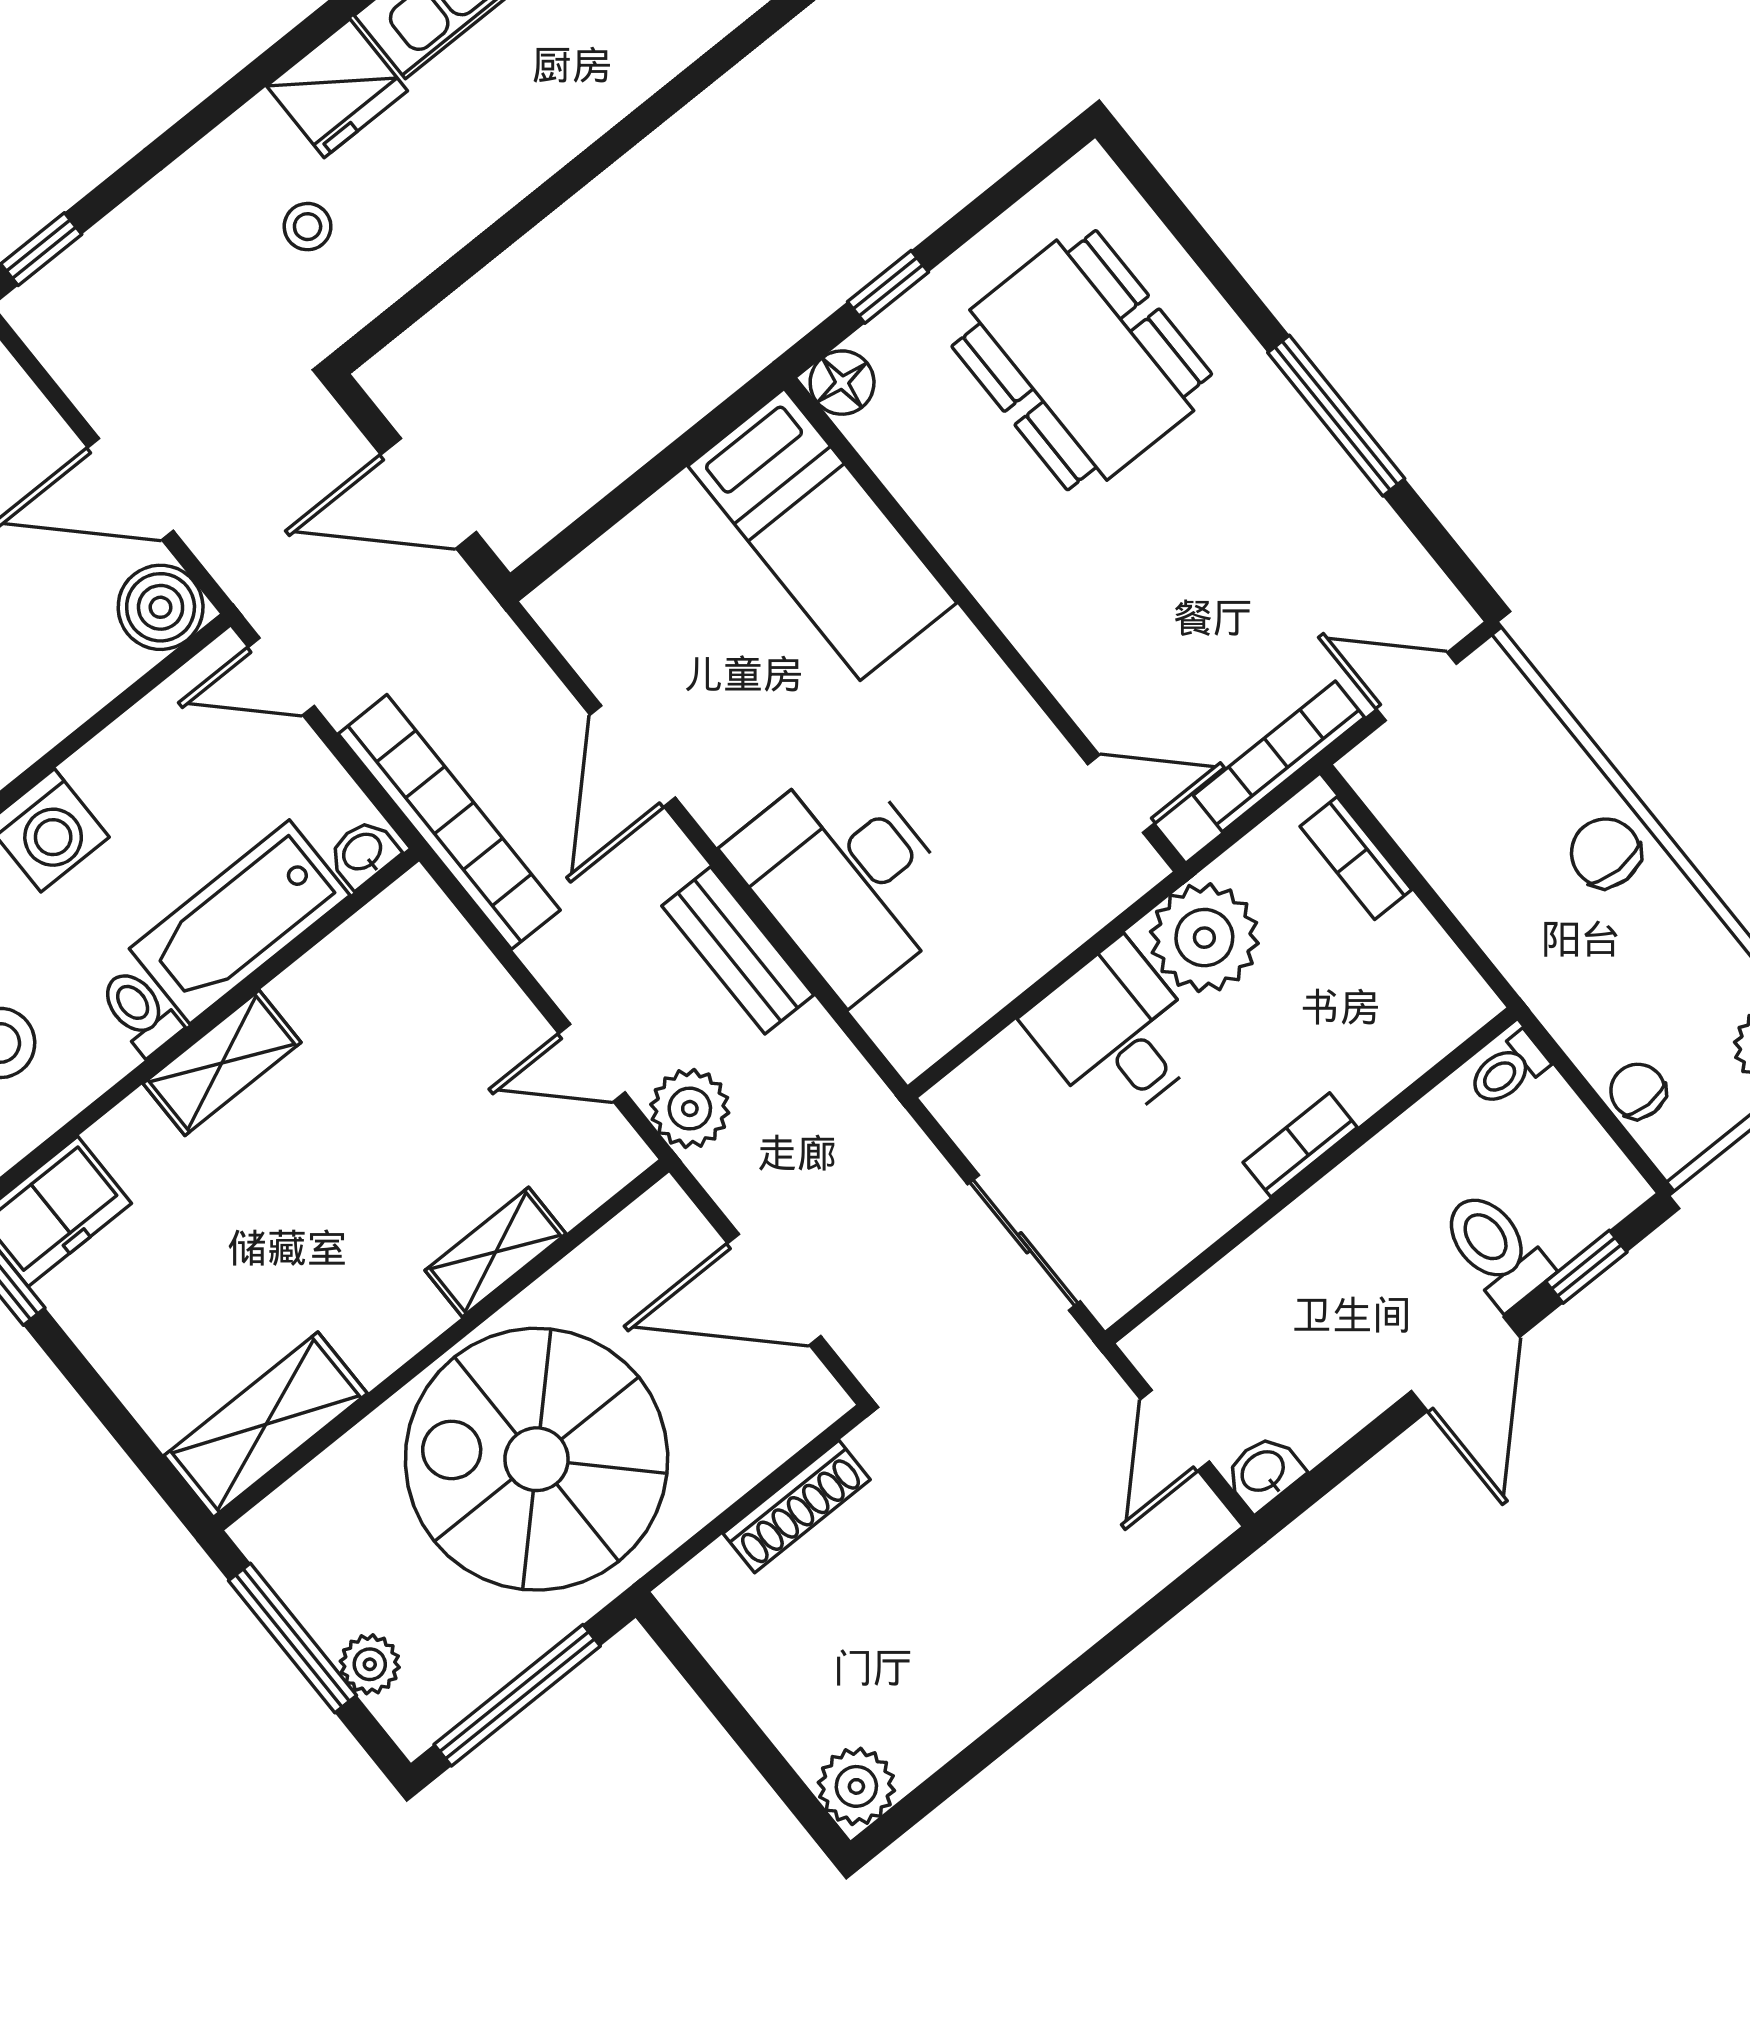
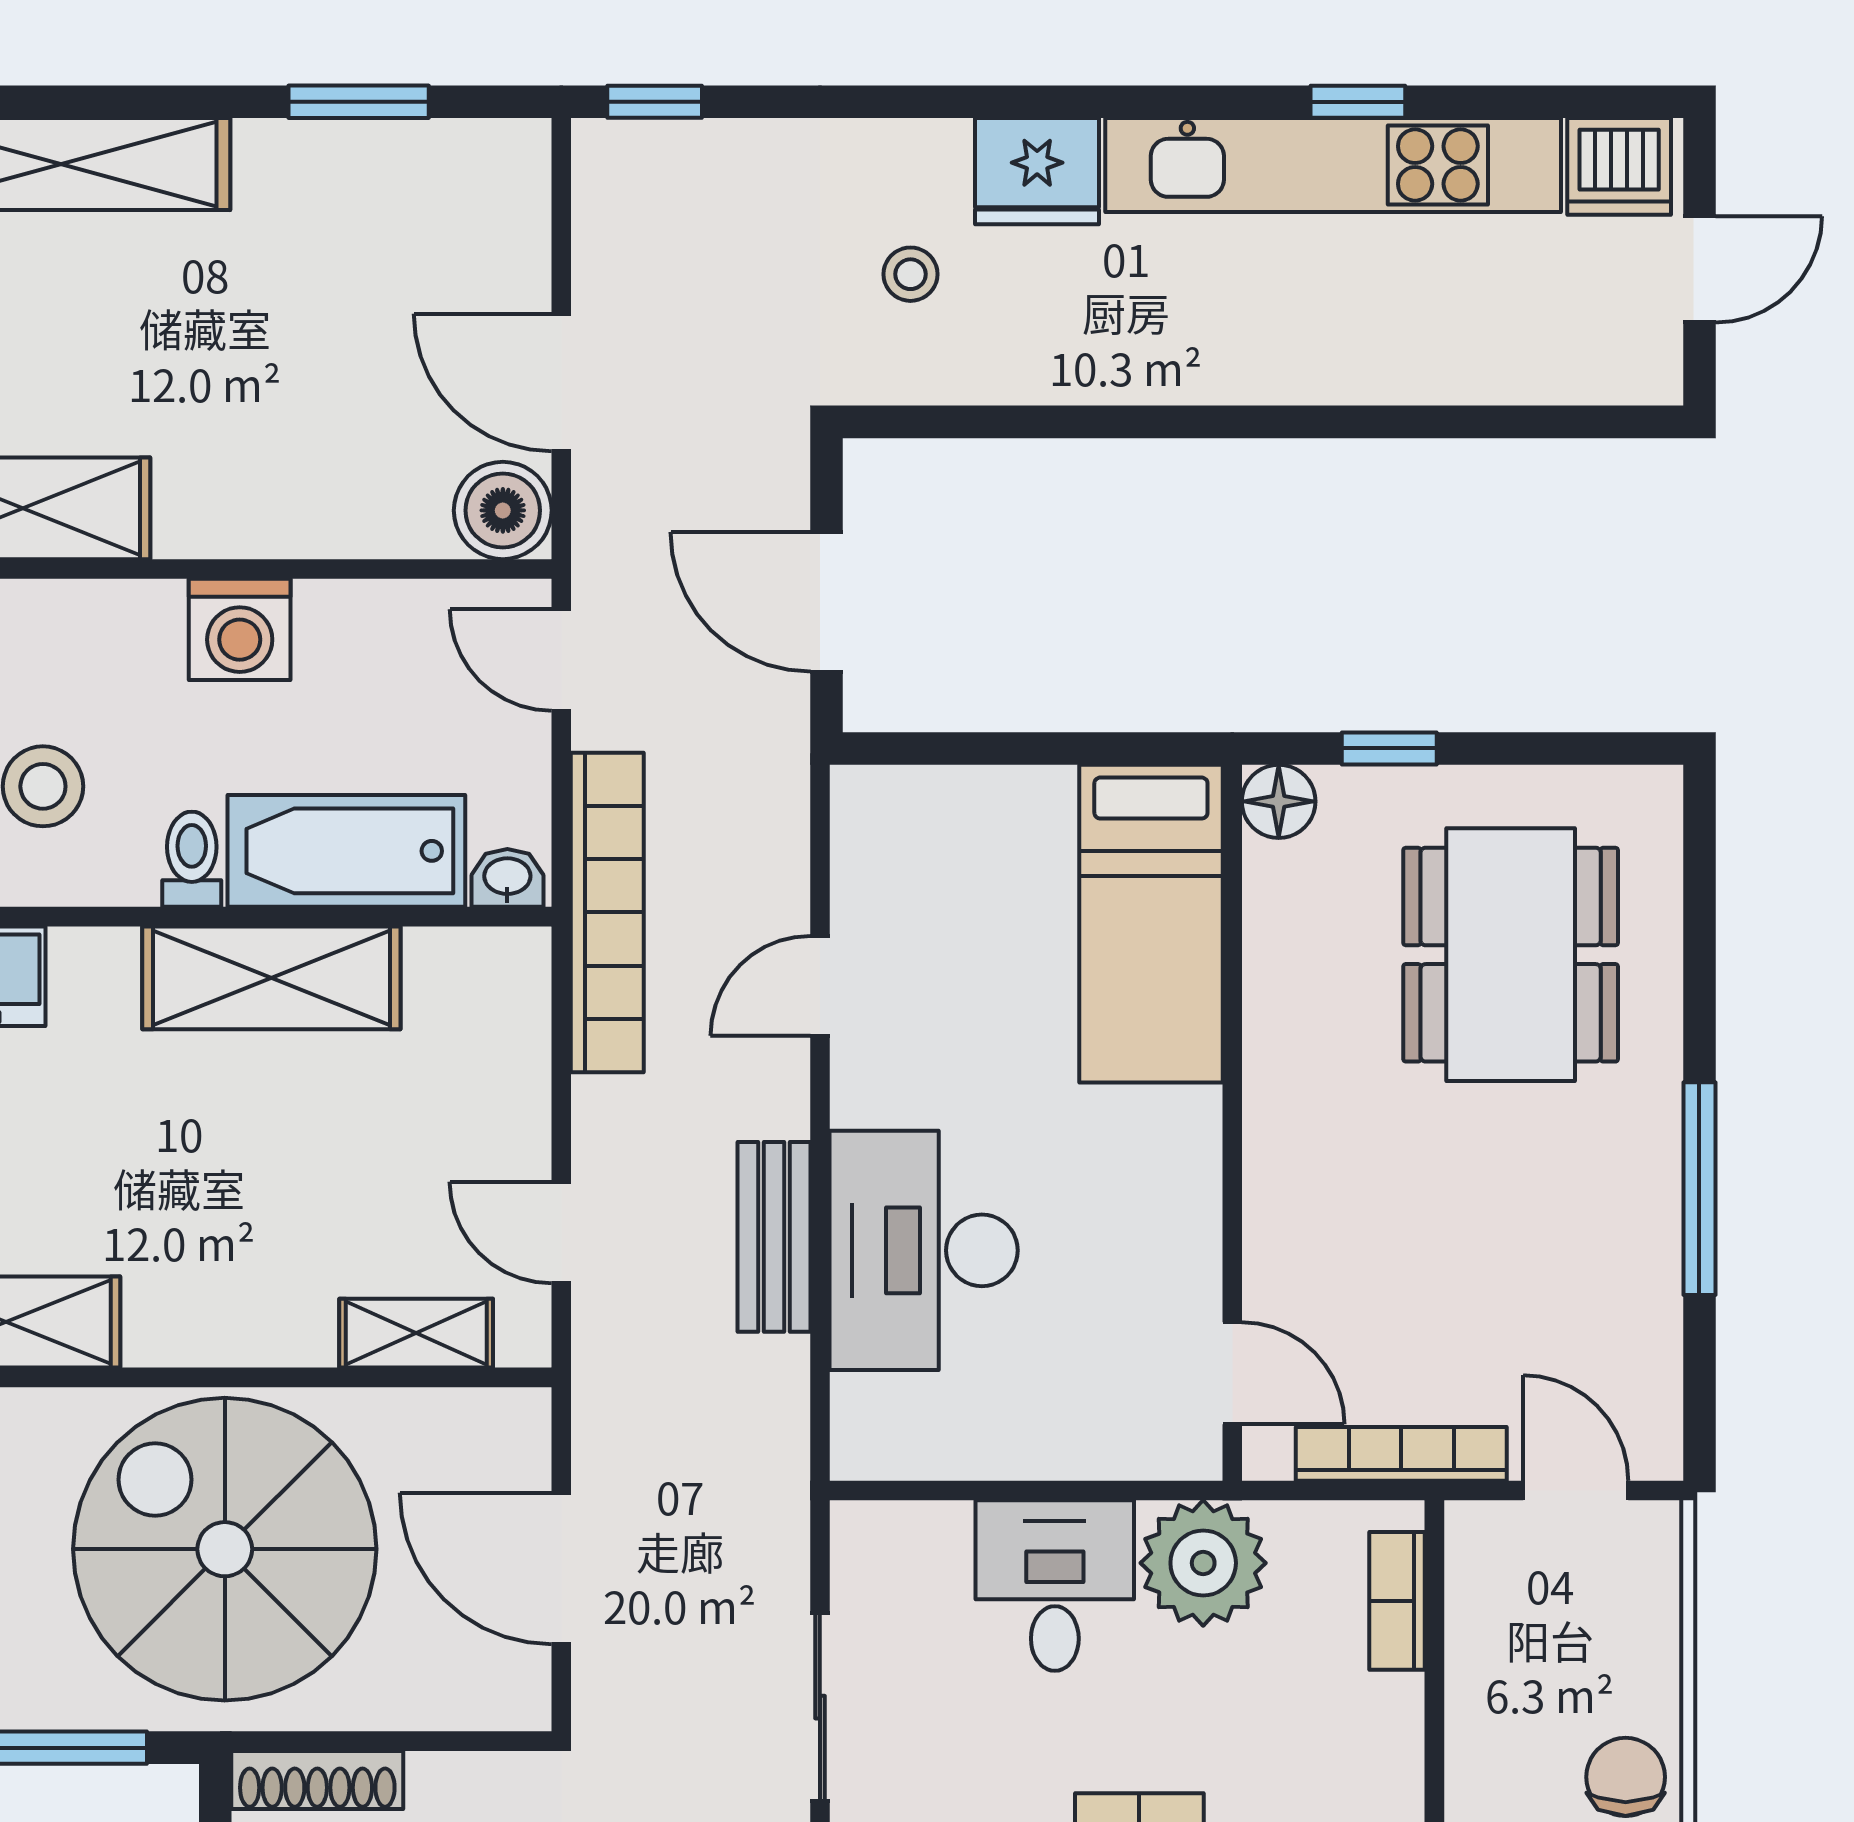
door: (633, 756) -> (820, 986), width x0.73
shelving: (222, 1063) -> (271, 978), width x1.50, depth x1.33
plant: (690, 1109) -> (616, 1345), removed
shelving: (495, 1252) -> (416, 1333), moved
shoe rack: (797, 1507) -> (317, 1780), moved

